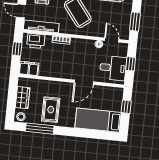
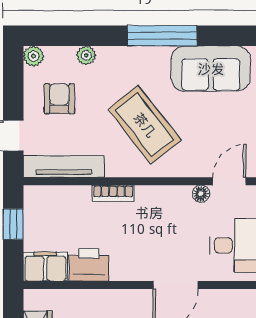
door: (112, 40) -> (229, 181), hinge flipped
printer: (36, 41) -> (89, 265), moved, turned 180

